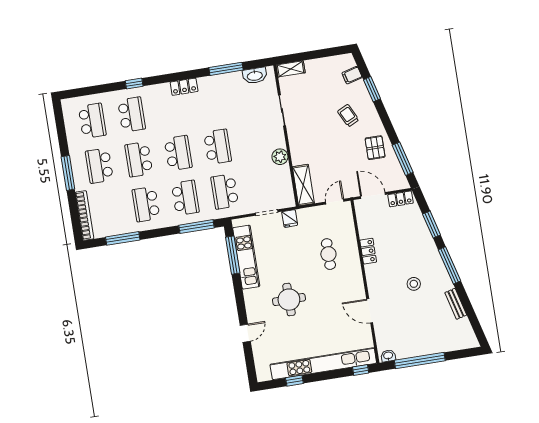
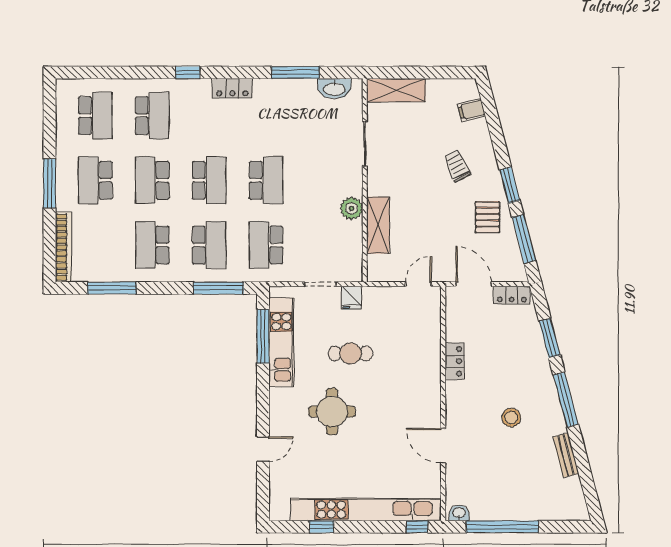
shelving: (291, 69) -> (396, 90), width x1.50, depth x1.33
window: (134, 84) -> (188, 73), moved
window: (372, 89) -> (510, 185), moved
shelving: (303, 185) -> (378, 225), moved
cafe table: (328, 254) -> (351, 353), moved, turned 90

